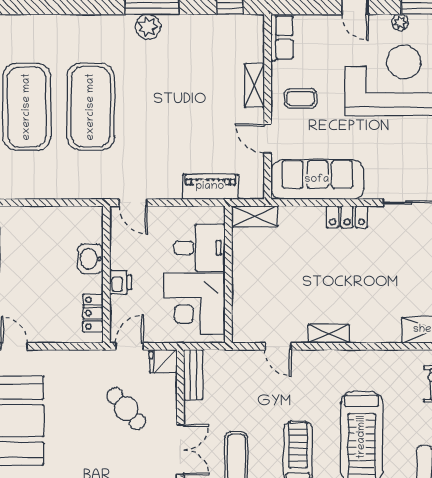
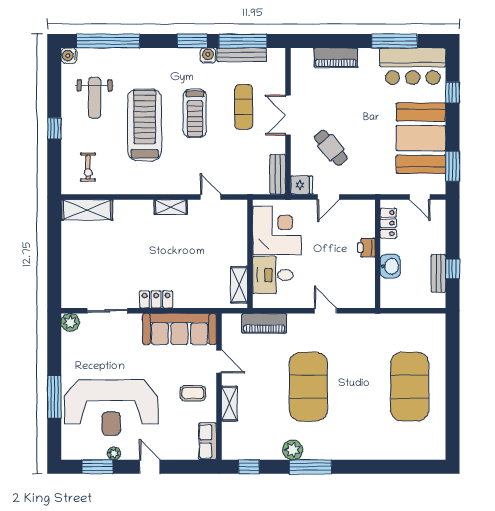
plant: (148, 27) -> (293, 450), moved
exercise mat: (91, 107) -> (308, 387), moved
shelving: (255, 216) -> (239, 285), moved, turned 90
washbasin: (90, 259) -> (390, 266), moved
wall: (106, 274) -> (378, 254), moved
printer: (121, 282) -> (366, 248), moved
locker: (93, 313) -> (388, 223), moved

